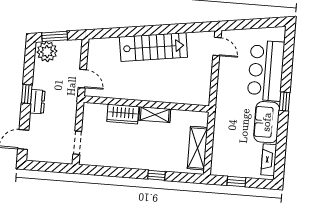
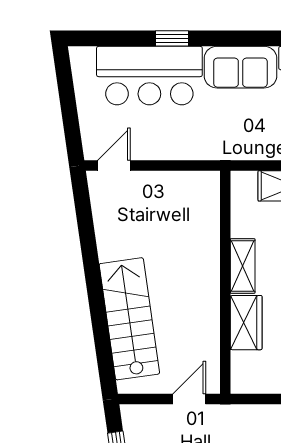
stairs: (153, 47) -> (129, 319), moved
window: (285, 101) -> (172, 38), moved

